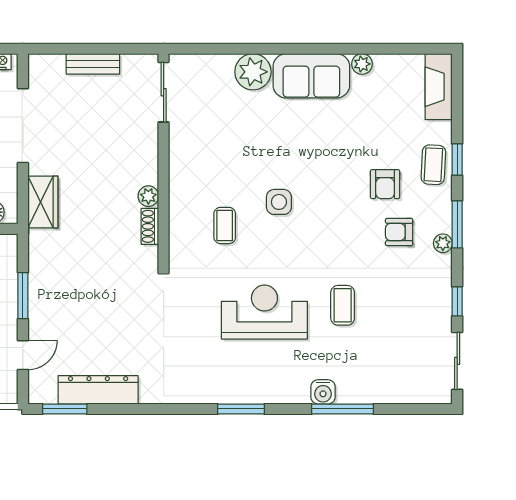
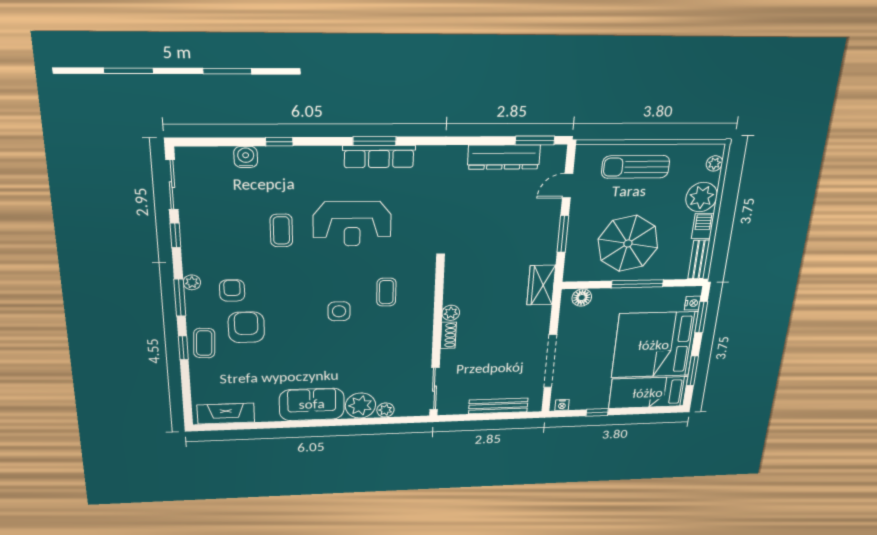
bench: (93, 64) -> (498, 406), width x1.36
plant: (362, 64) -> (385, 410), moved
fireplace: (439, 87) -> (226, 414), moved, turned -90
armchair: (385, 184) -> (246, 327), width x1.38, depth x1.38
wardrobe: (43, 202) -> (541, 285), moved
shoe rack: (150, 226) -> (448, 335), moved
armchair: (399, 232) -> (232, 290), turned -90
row of seats: (236, 391) -> (379, 157), added
water cooler: (323, 392) -> (246, 157), moved
window: (342, 409) -> (279, 142), width x0.46

